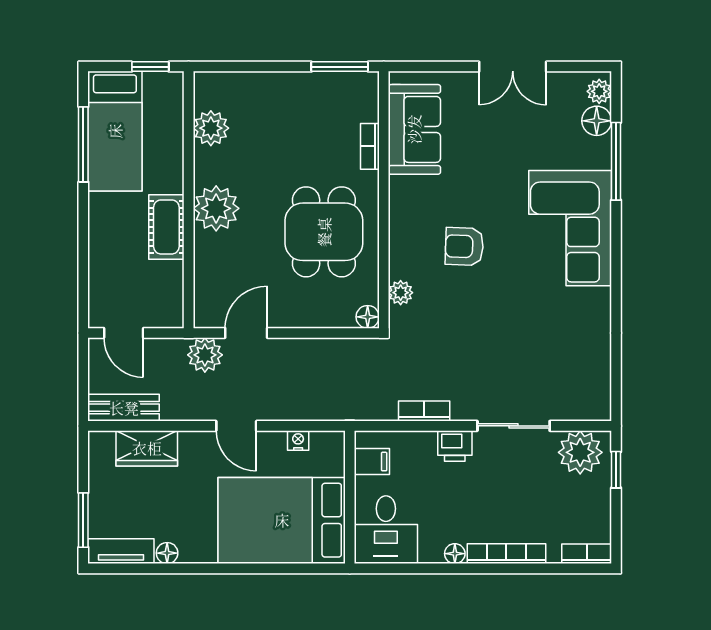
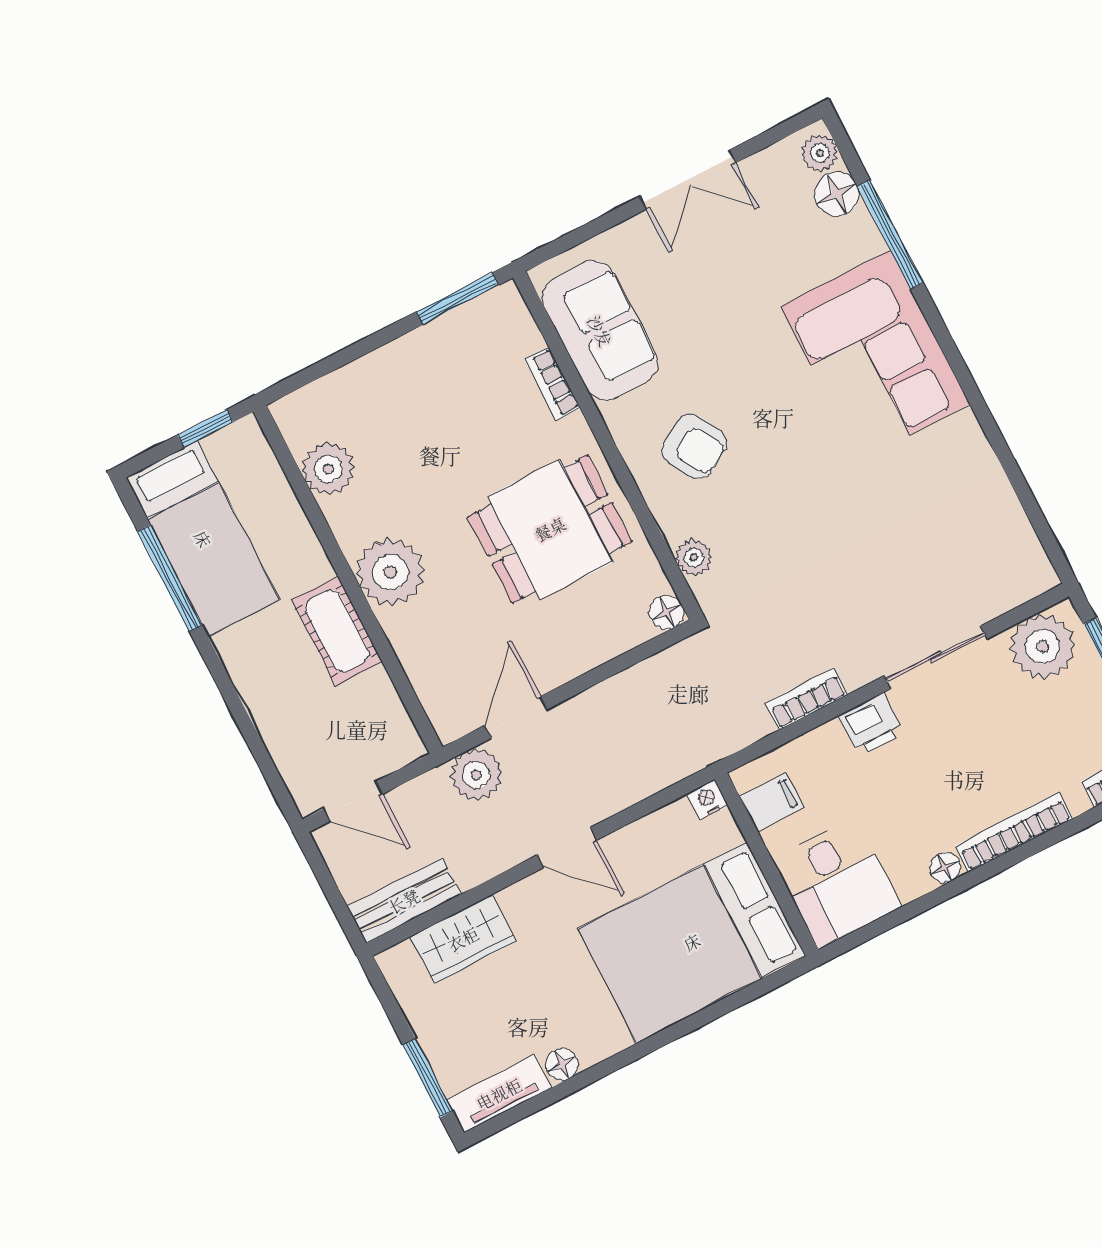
dining table: (324, 232) -> (550, 529), turned 90
armchair: (464, 246) -> (694, 446), moved, turned -122
nightstand: (298, 440) -> (707, 800), moved

